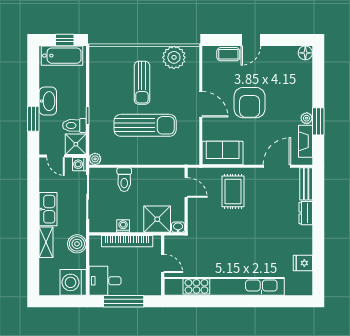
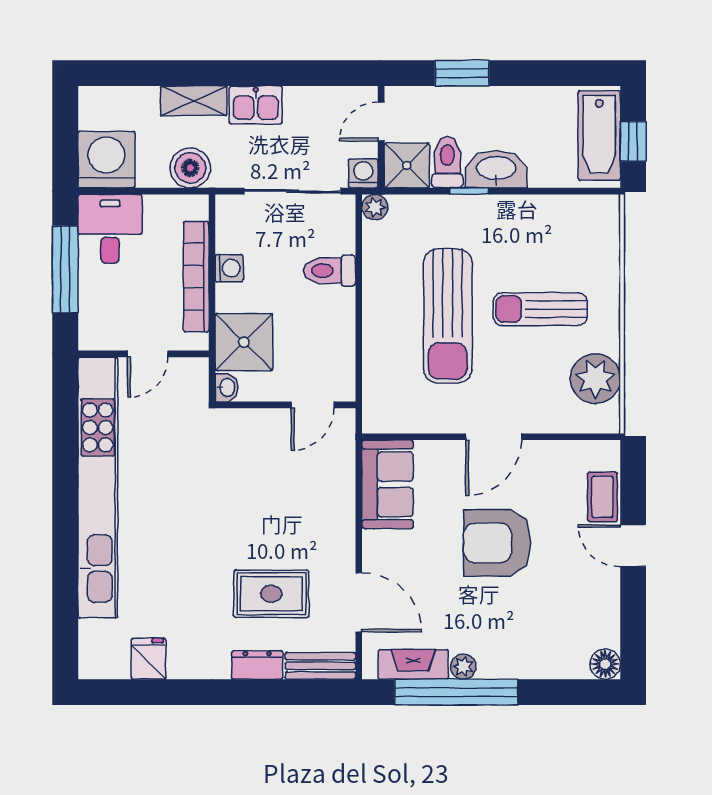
washbasin: (48, 101) -> (496, 169), moved, turned 180
window: (318, 121) -> (456, 692), width x2.11
rug: (233, 191) -> (271, 594), moved
kitchen sink: (48, 209) -> (256, 105), width x0.73

